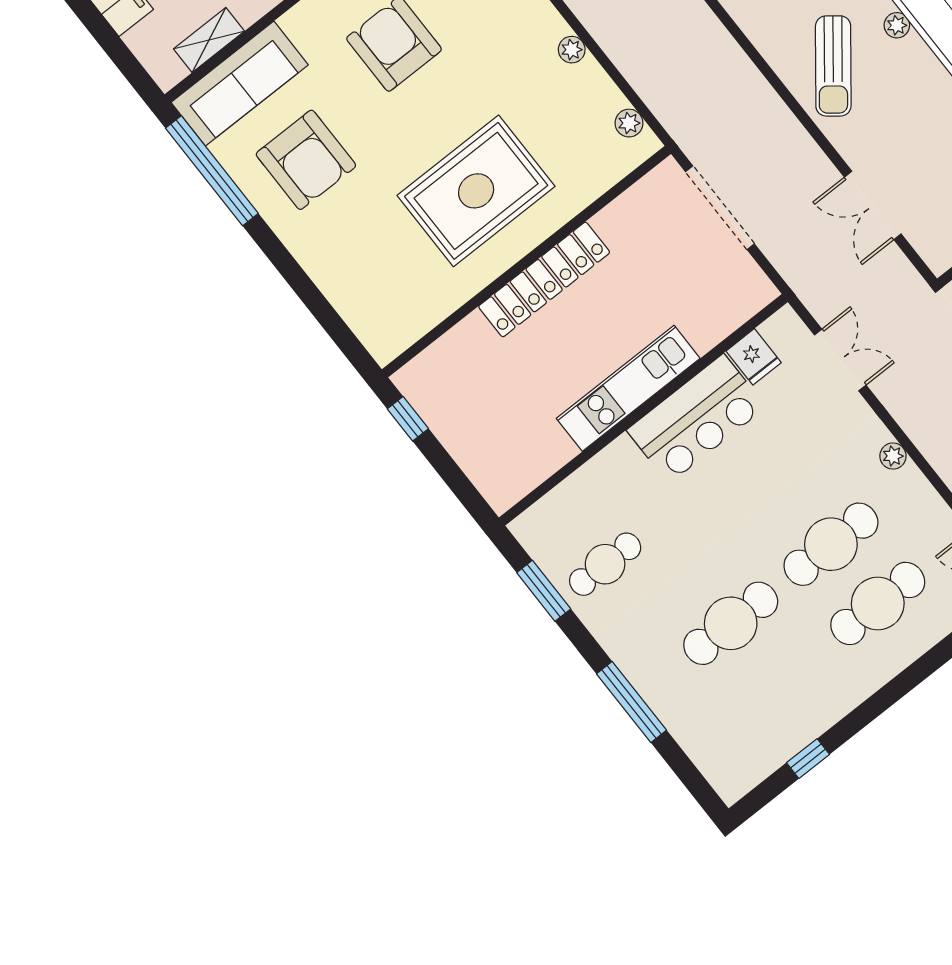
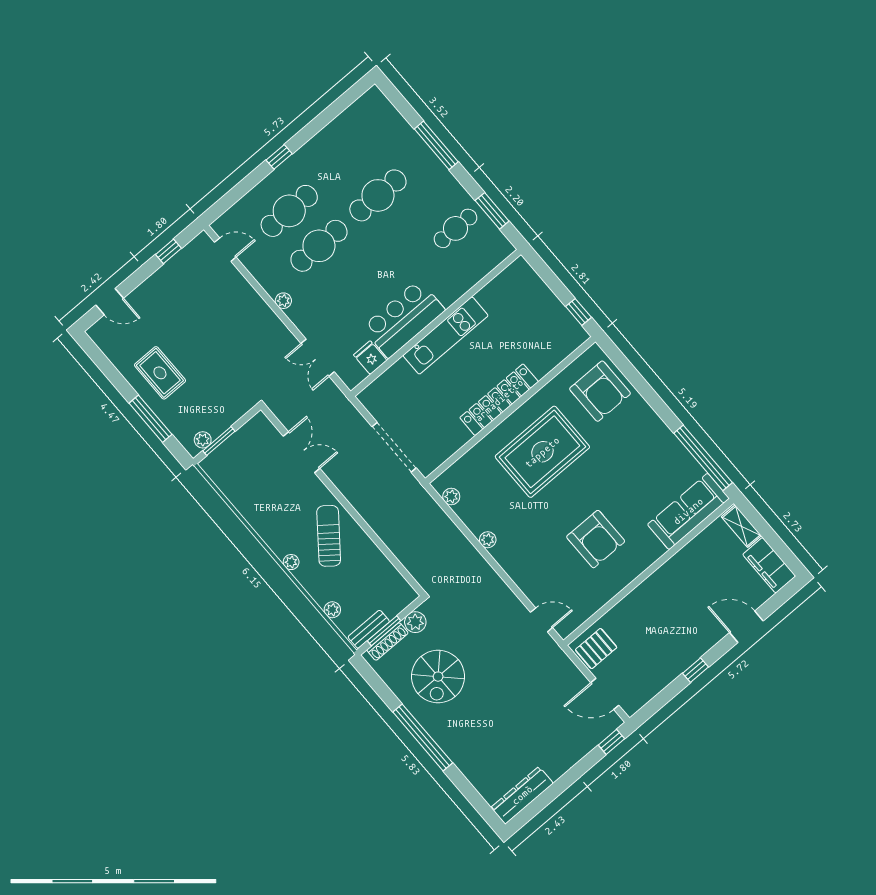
shelving: (209, 40) -> (741, 526), moved, turned 90
armchair: (306, 160) -> (600, 391), moved, turned 180
window: (808, 759) -> (279, 157), moved

